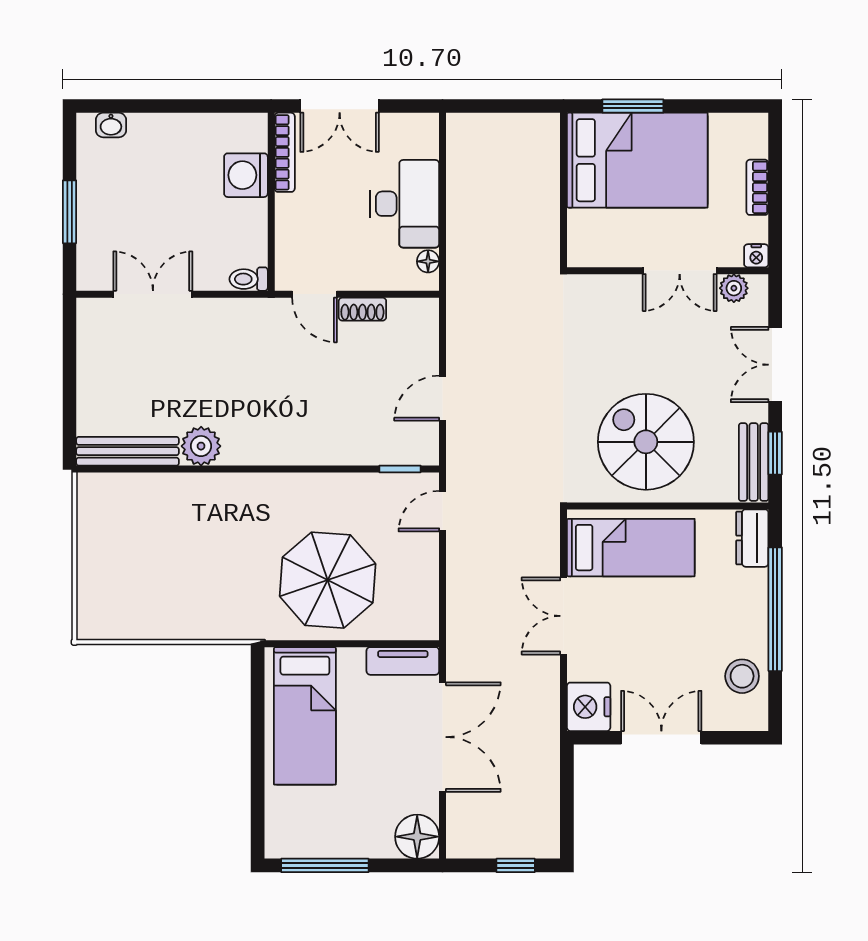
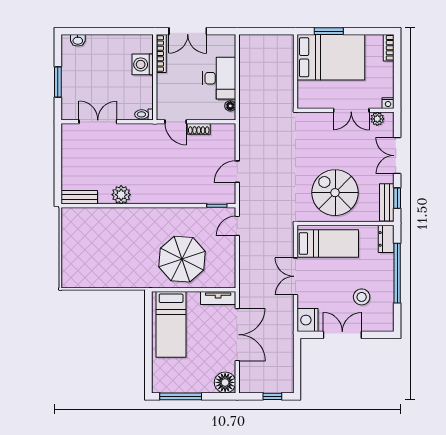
bookcase: (757, 187) -> (389, 48), moved
bench: (128, 451) -> (79, 197), width x0.73
stool: (742, 676) -> (362, 297), moved

